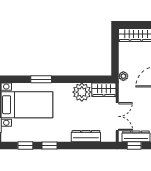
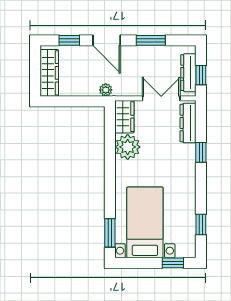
window: (41, 79) -> (110, 233), moved
dresser: (86, 136) -> (188, 123), moved
window: (50, 145) -> (201, 152), moved

